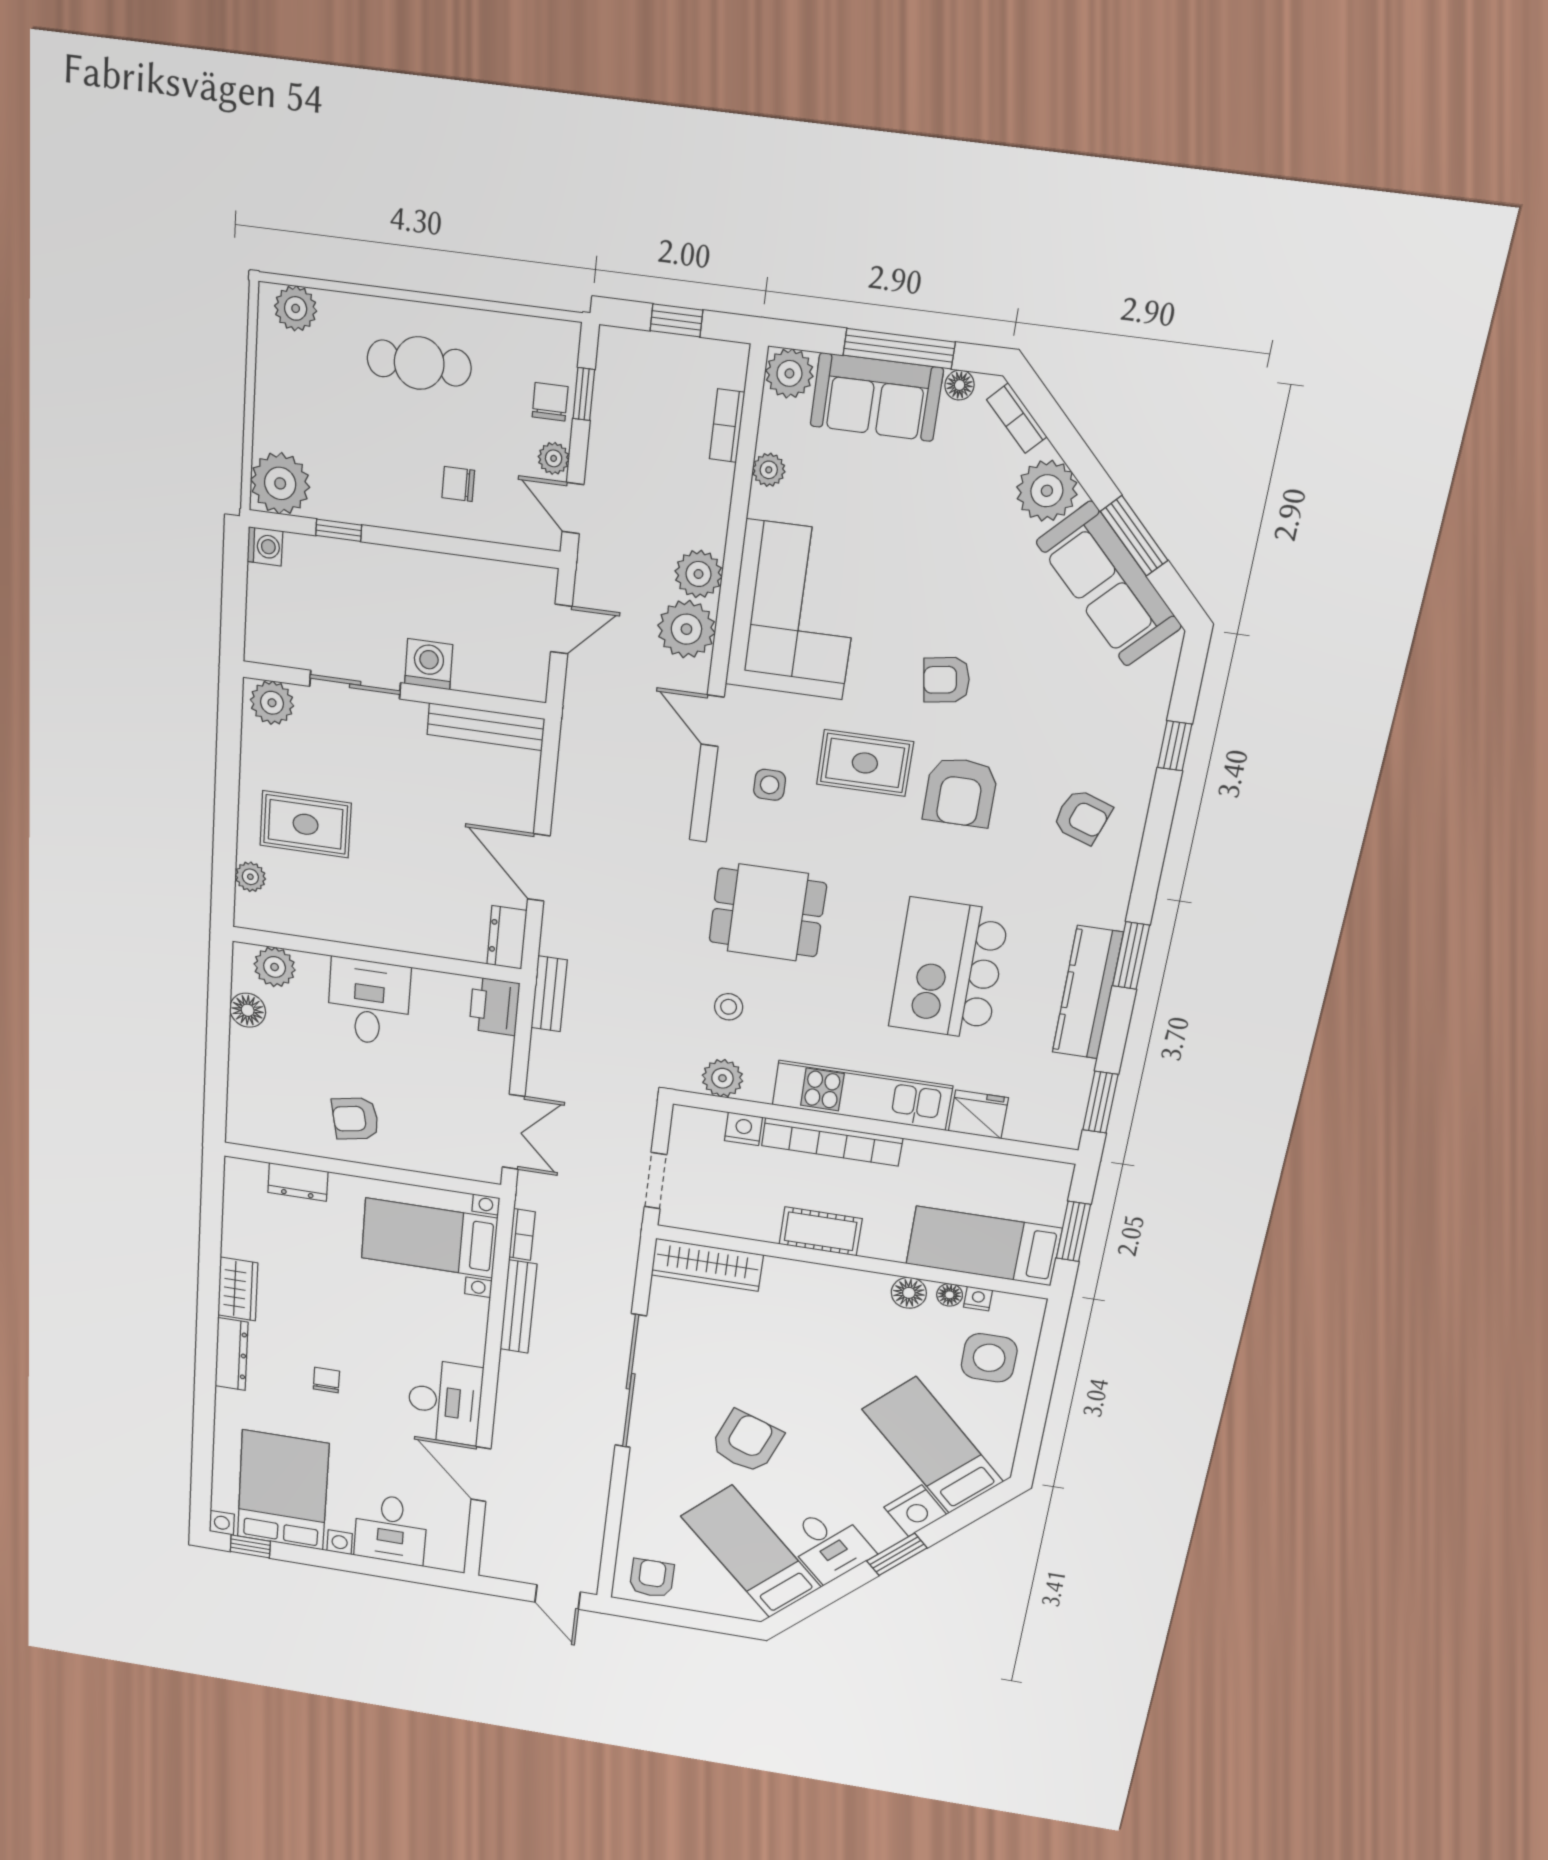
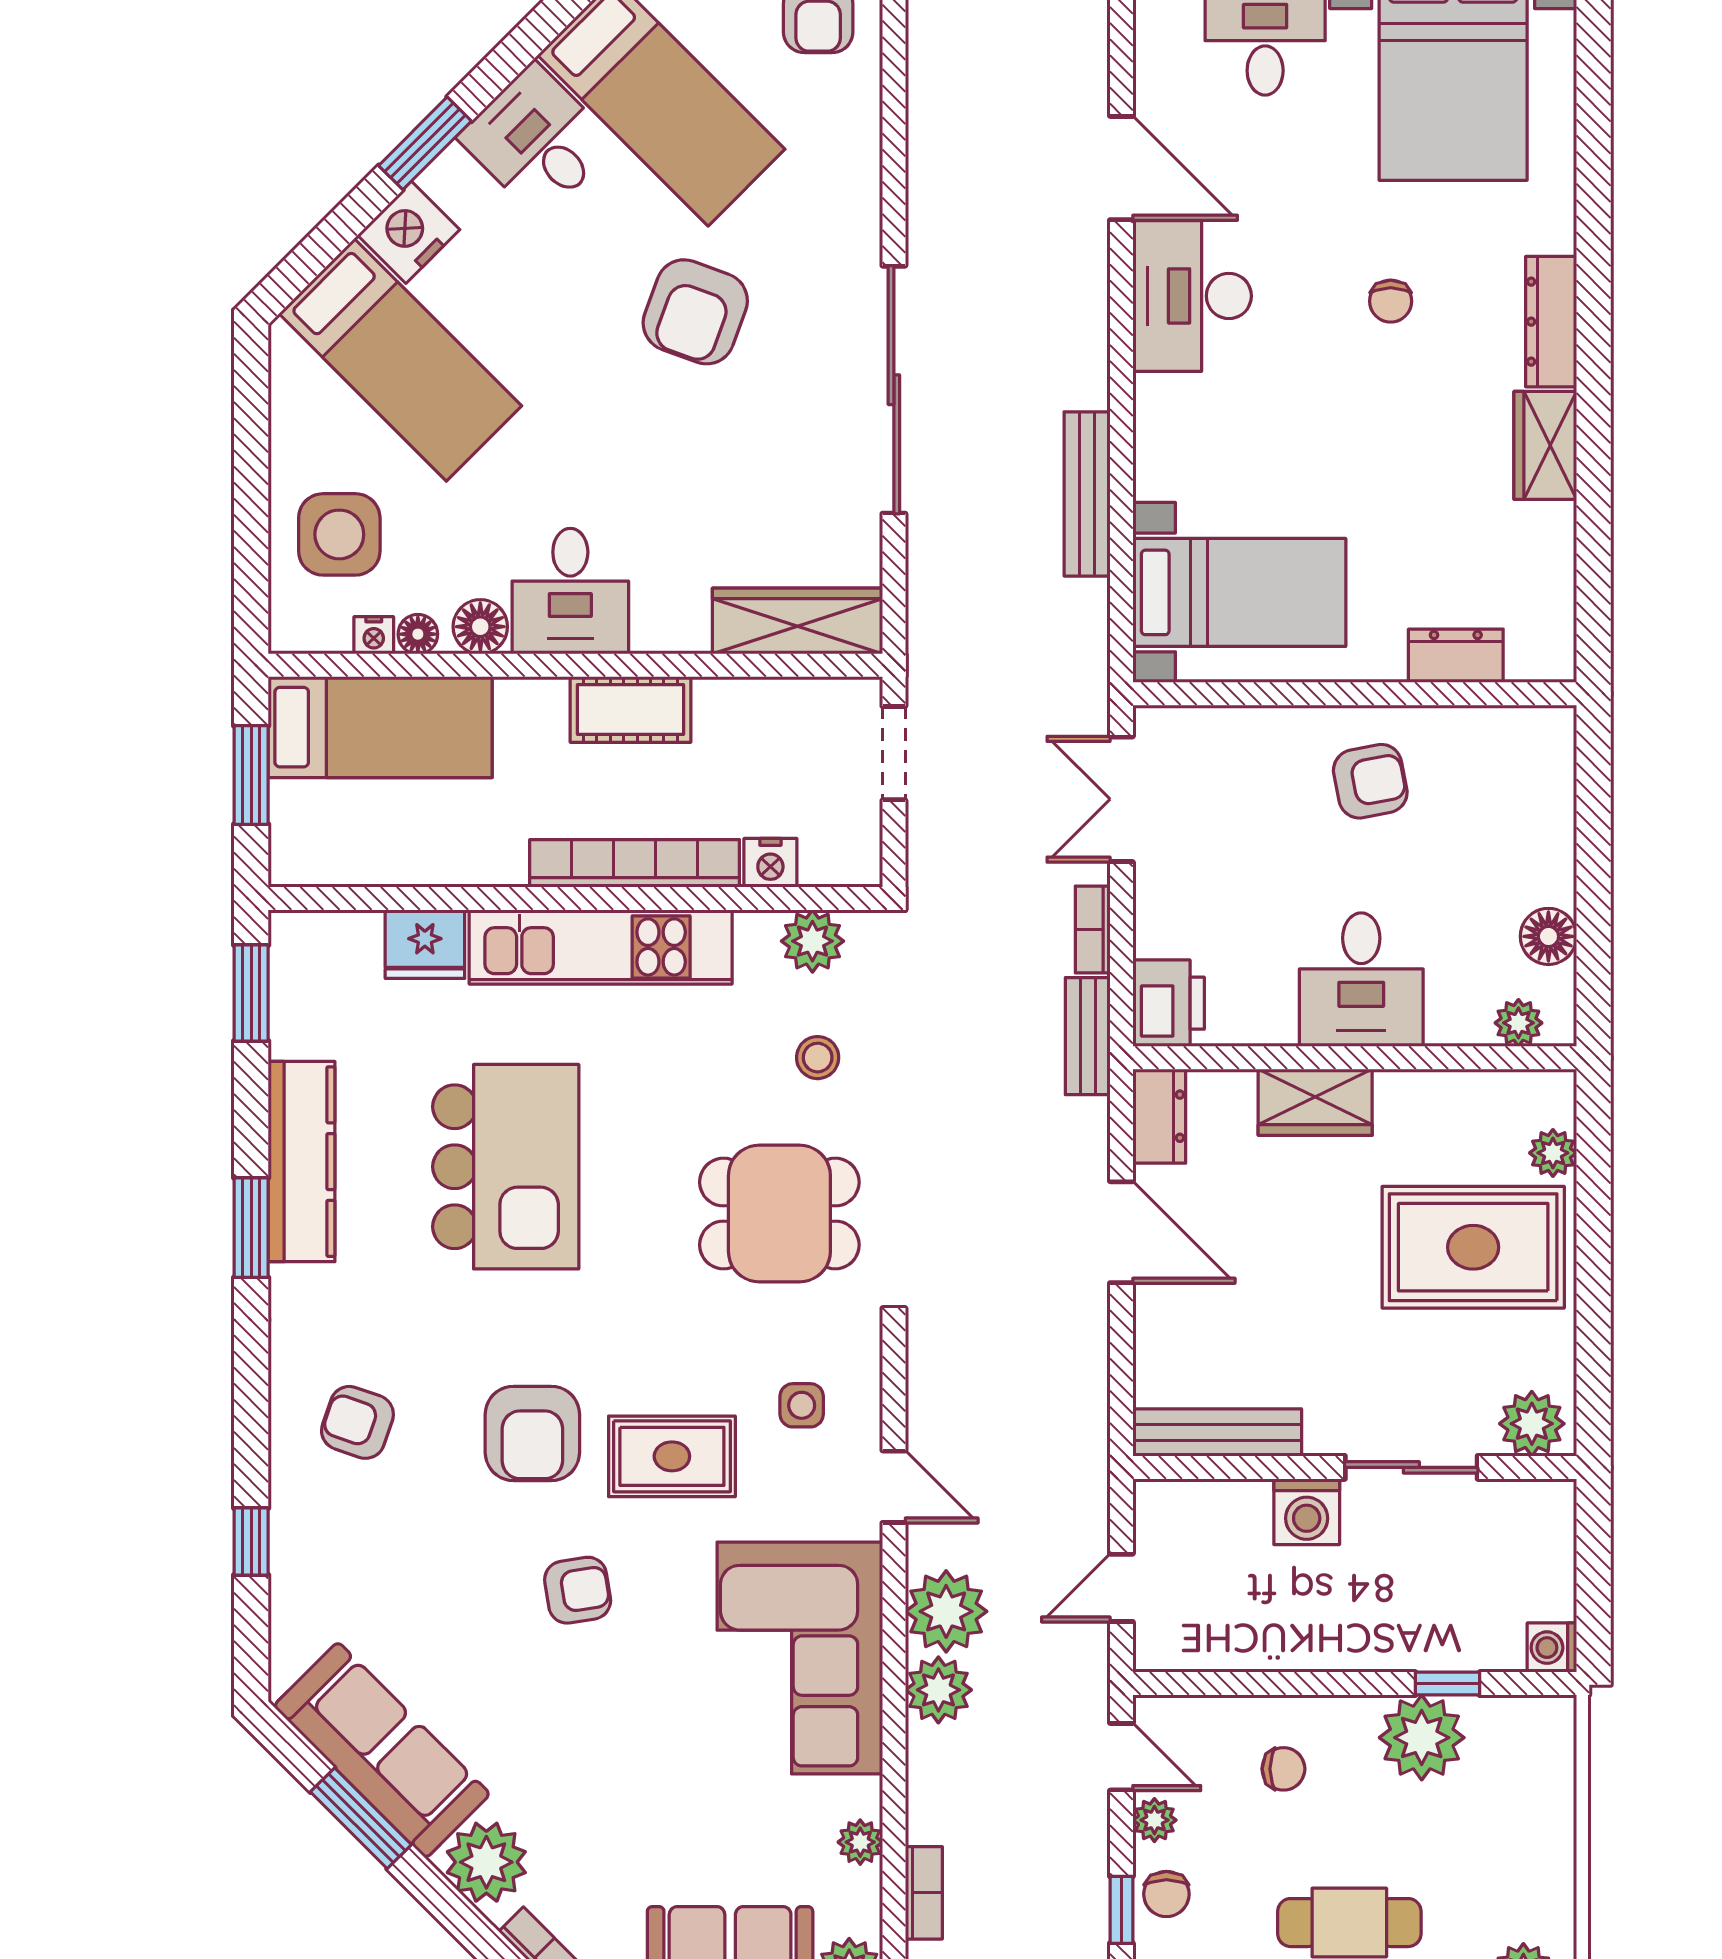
plant: (280, 483) -> (1422, 1738), moved
armchair: (960, 792) -> (532, 1433), turned 180
rug: (306, 824) -> (1473, 1247), width x1.36, depth x1.43
wardrobe: (404, 931) -> (1315, 1102), added
plant: (275, 967) -> (1518, 1023), width x0.73, depth x0.73
bookcase: (522, 1235) -> (1093, 930), moved
desk: (848, 1304) -> (570, 591), added

